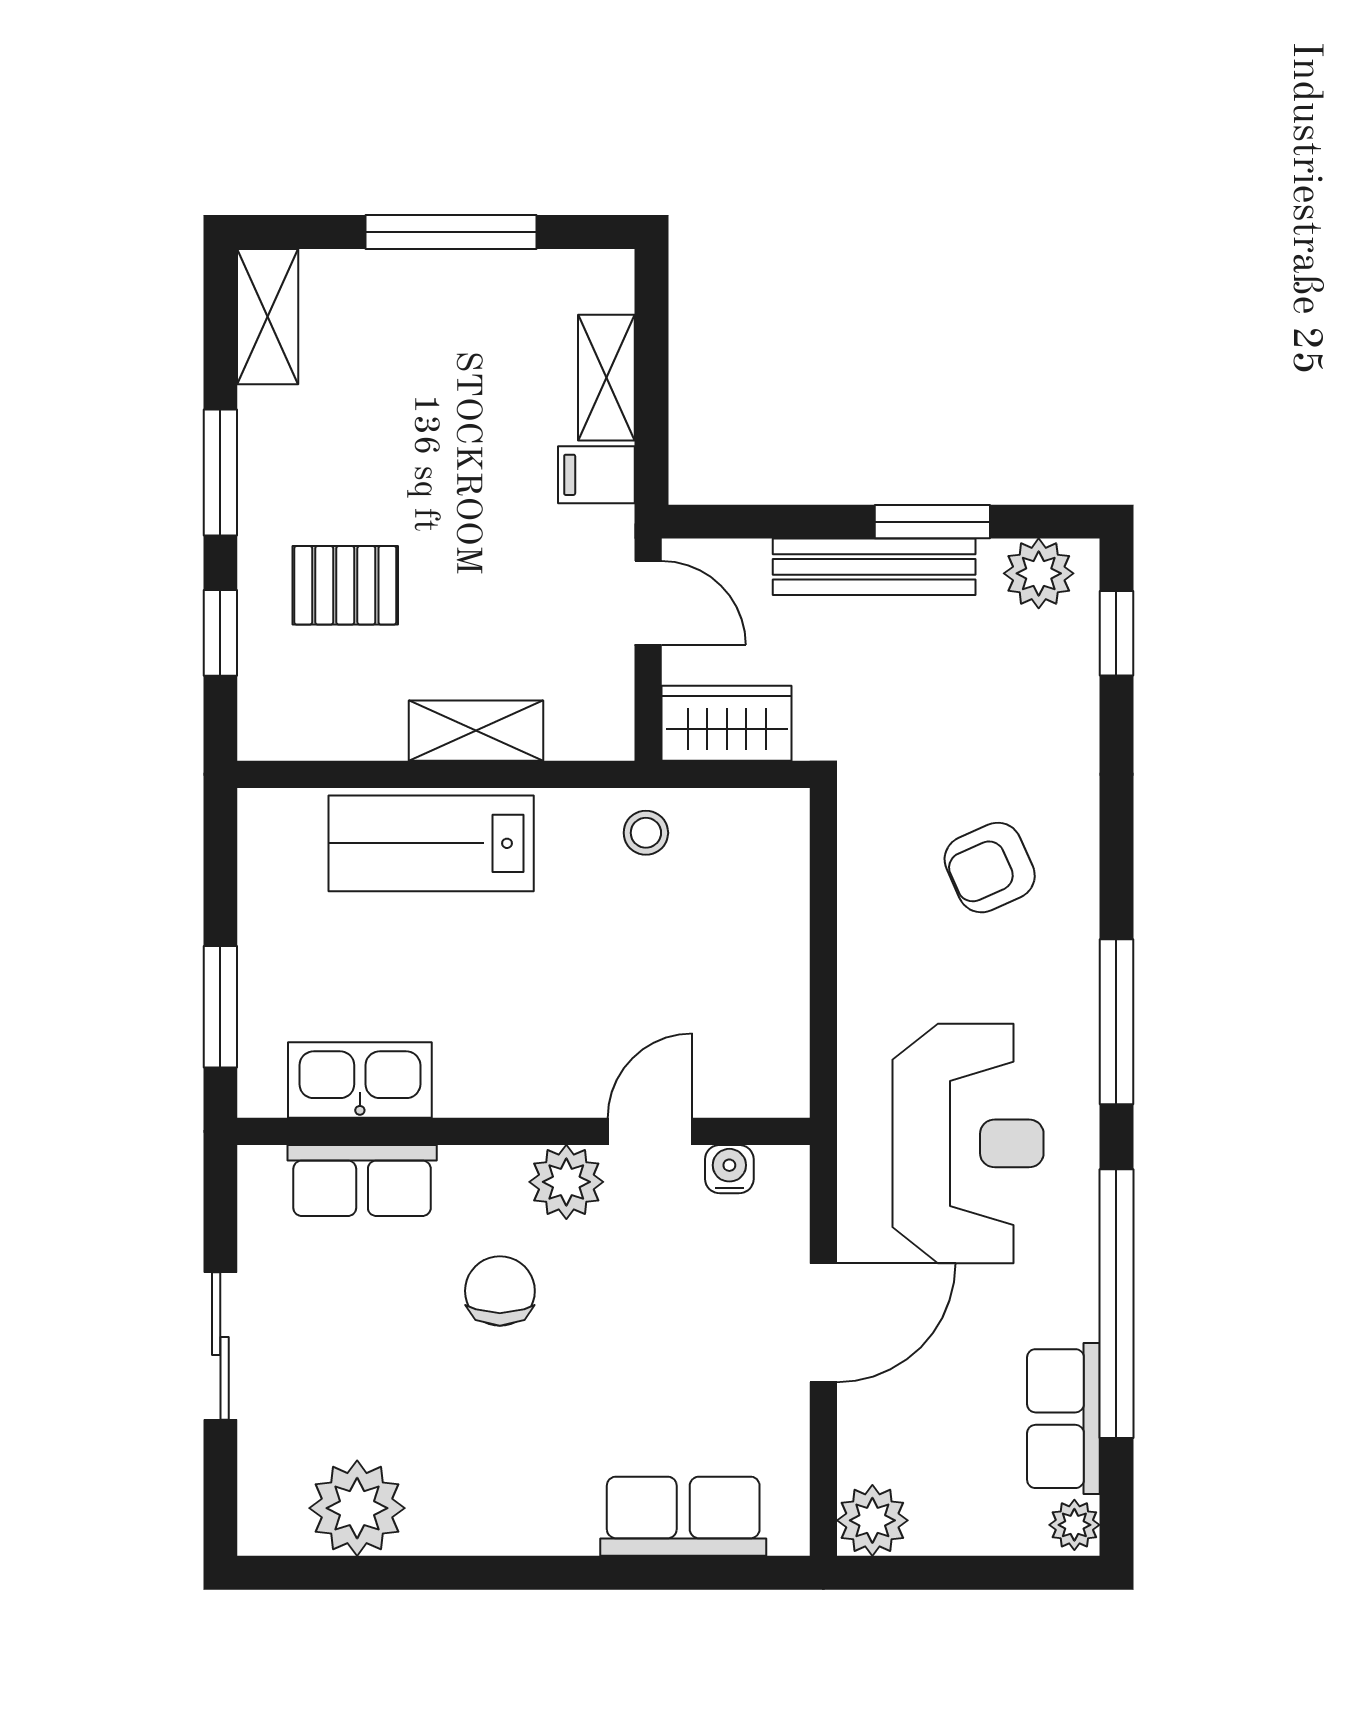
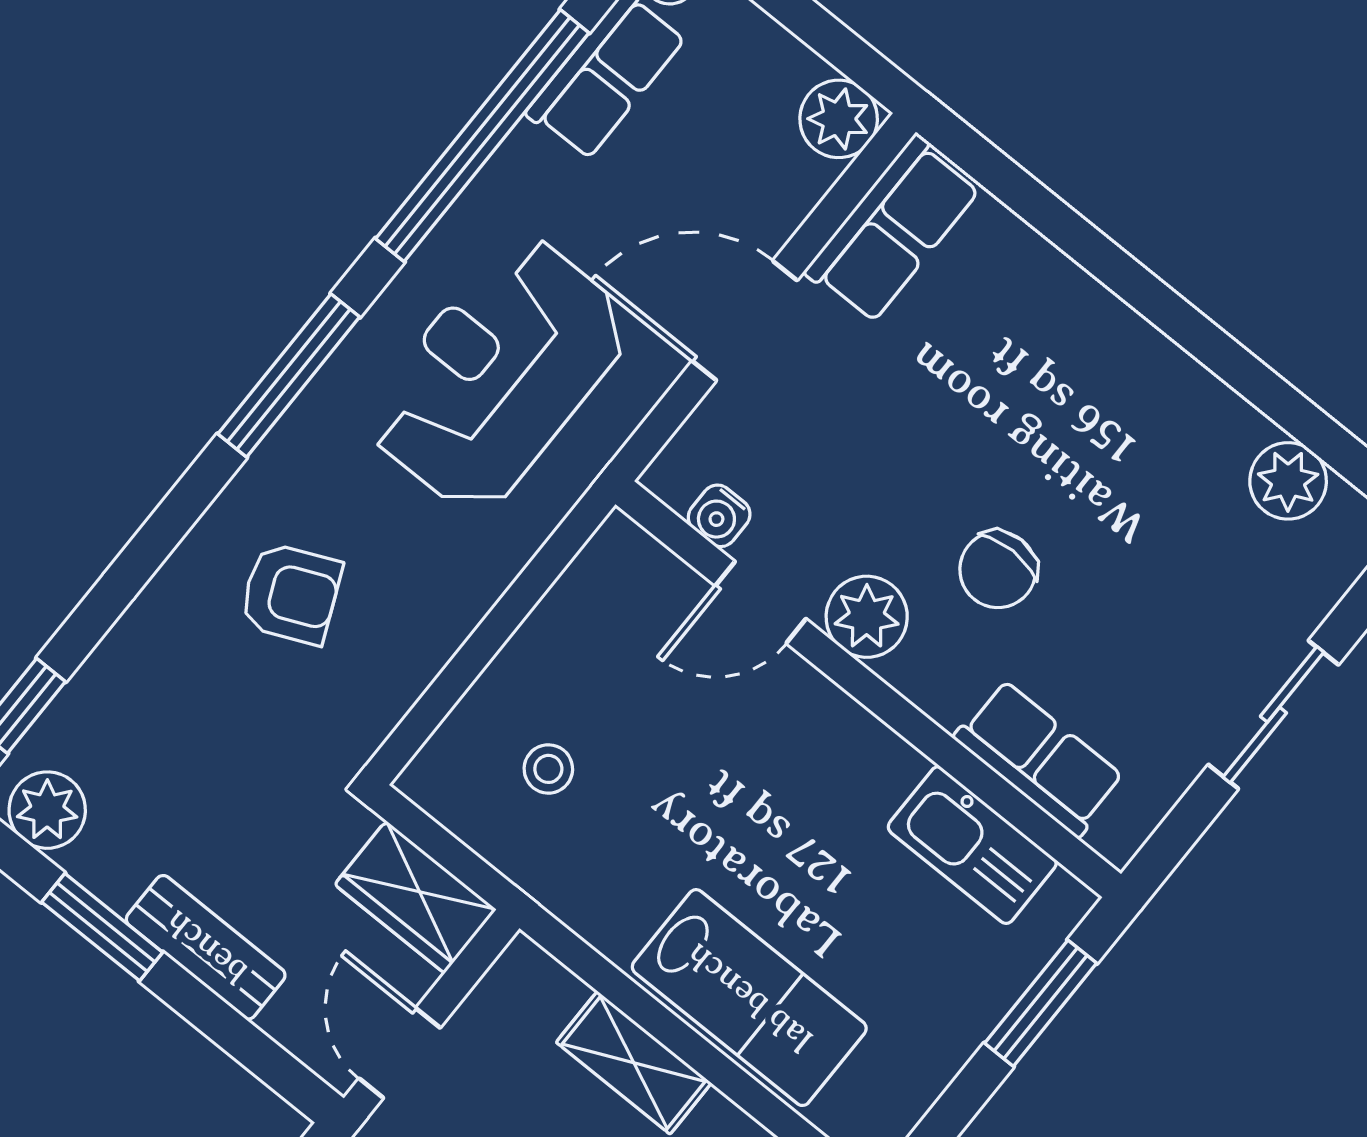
bench: (874, 567) -> (206, 947), width x0.73
stool: (646, 833) -> (548, 769), moved
plant: (357, 1508) -> (1288, 481), width x0.73, depth x0.73
row of seats: (683, 1516) -> (893, 229), moved, turned -90

